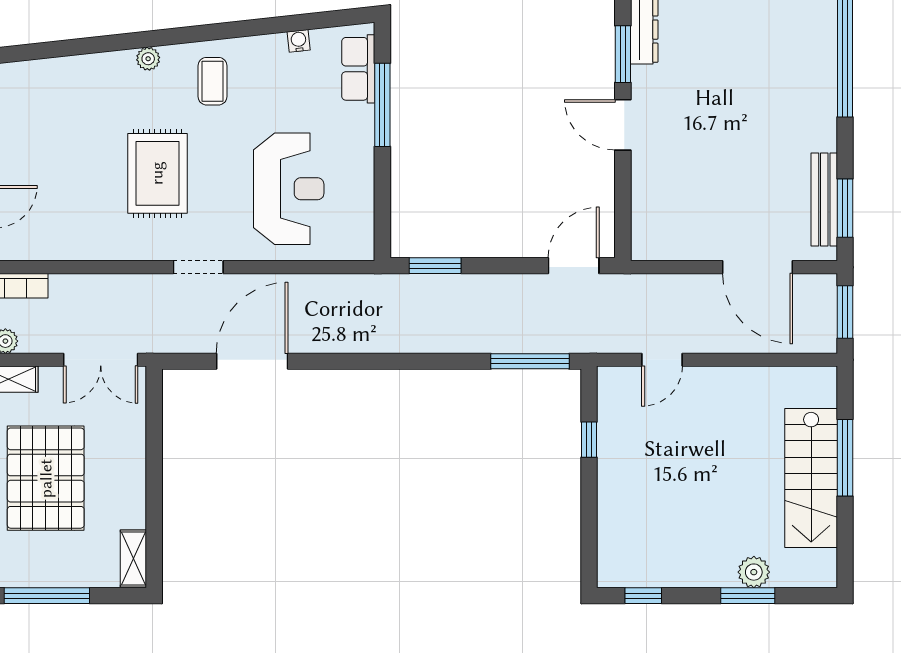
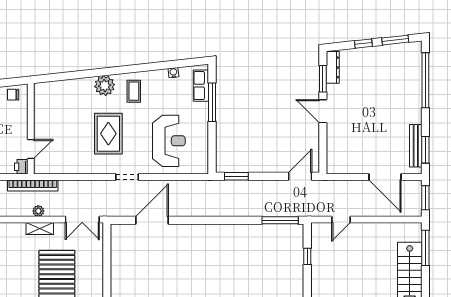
plant: (148, 59) -> (105, 86), width x1.87, depth x1.87
window: (845, 458) -> (425, 248), moved

